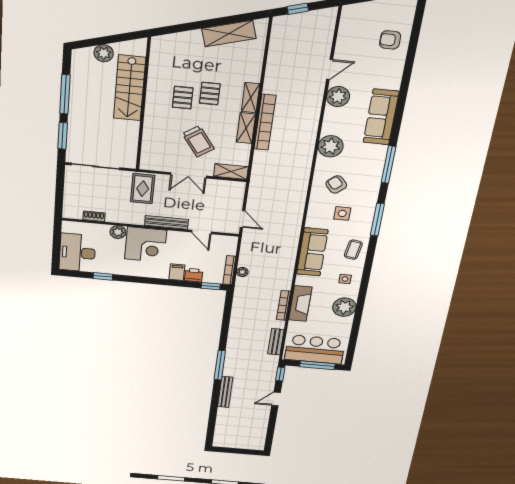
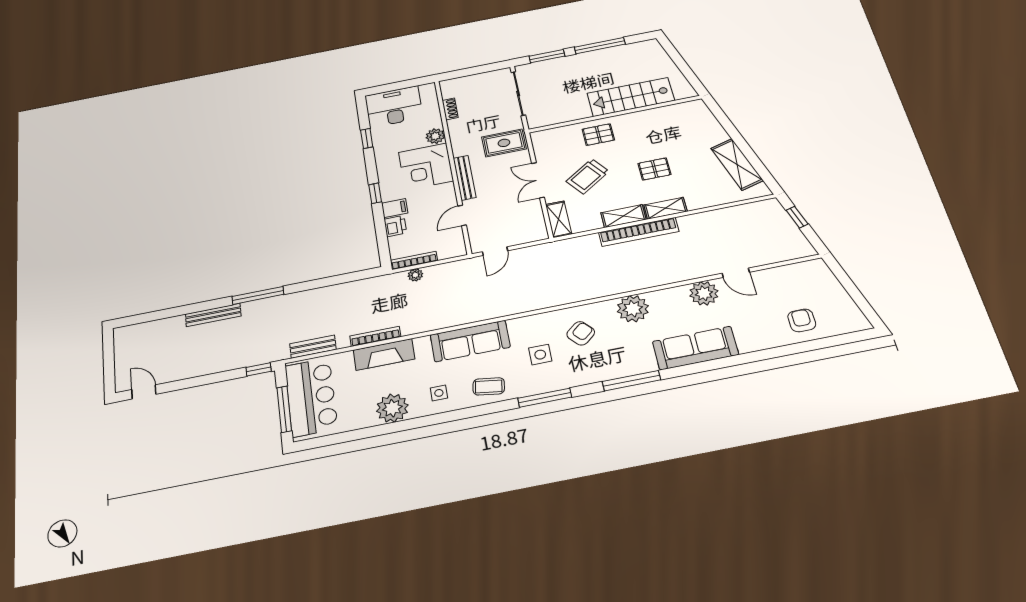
plant: (104, 53) -> (664, 65), removed
pallet: (183, 98) -> (598, 135), moved
window: (211, 286) -> (375, 193), moved
door: (276, 399) -> (144, 392), moved

